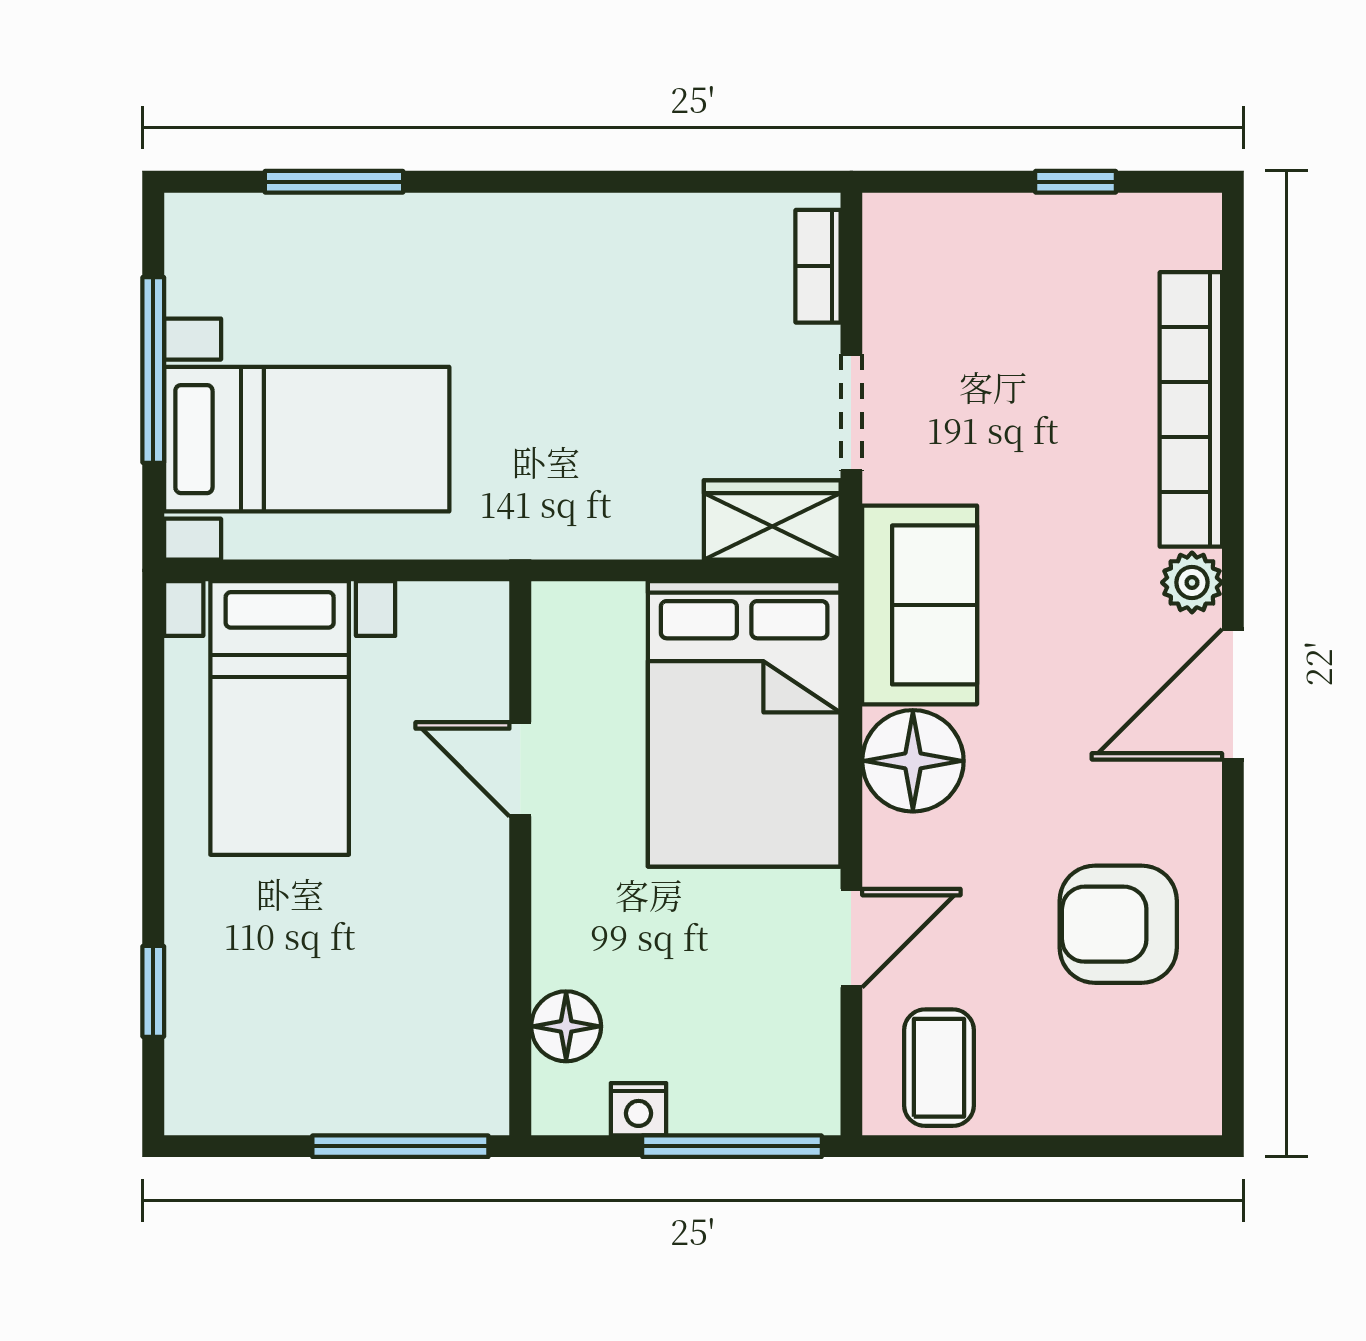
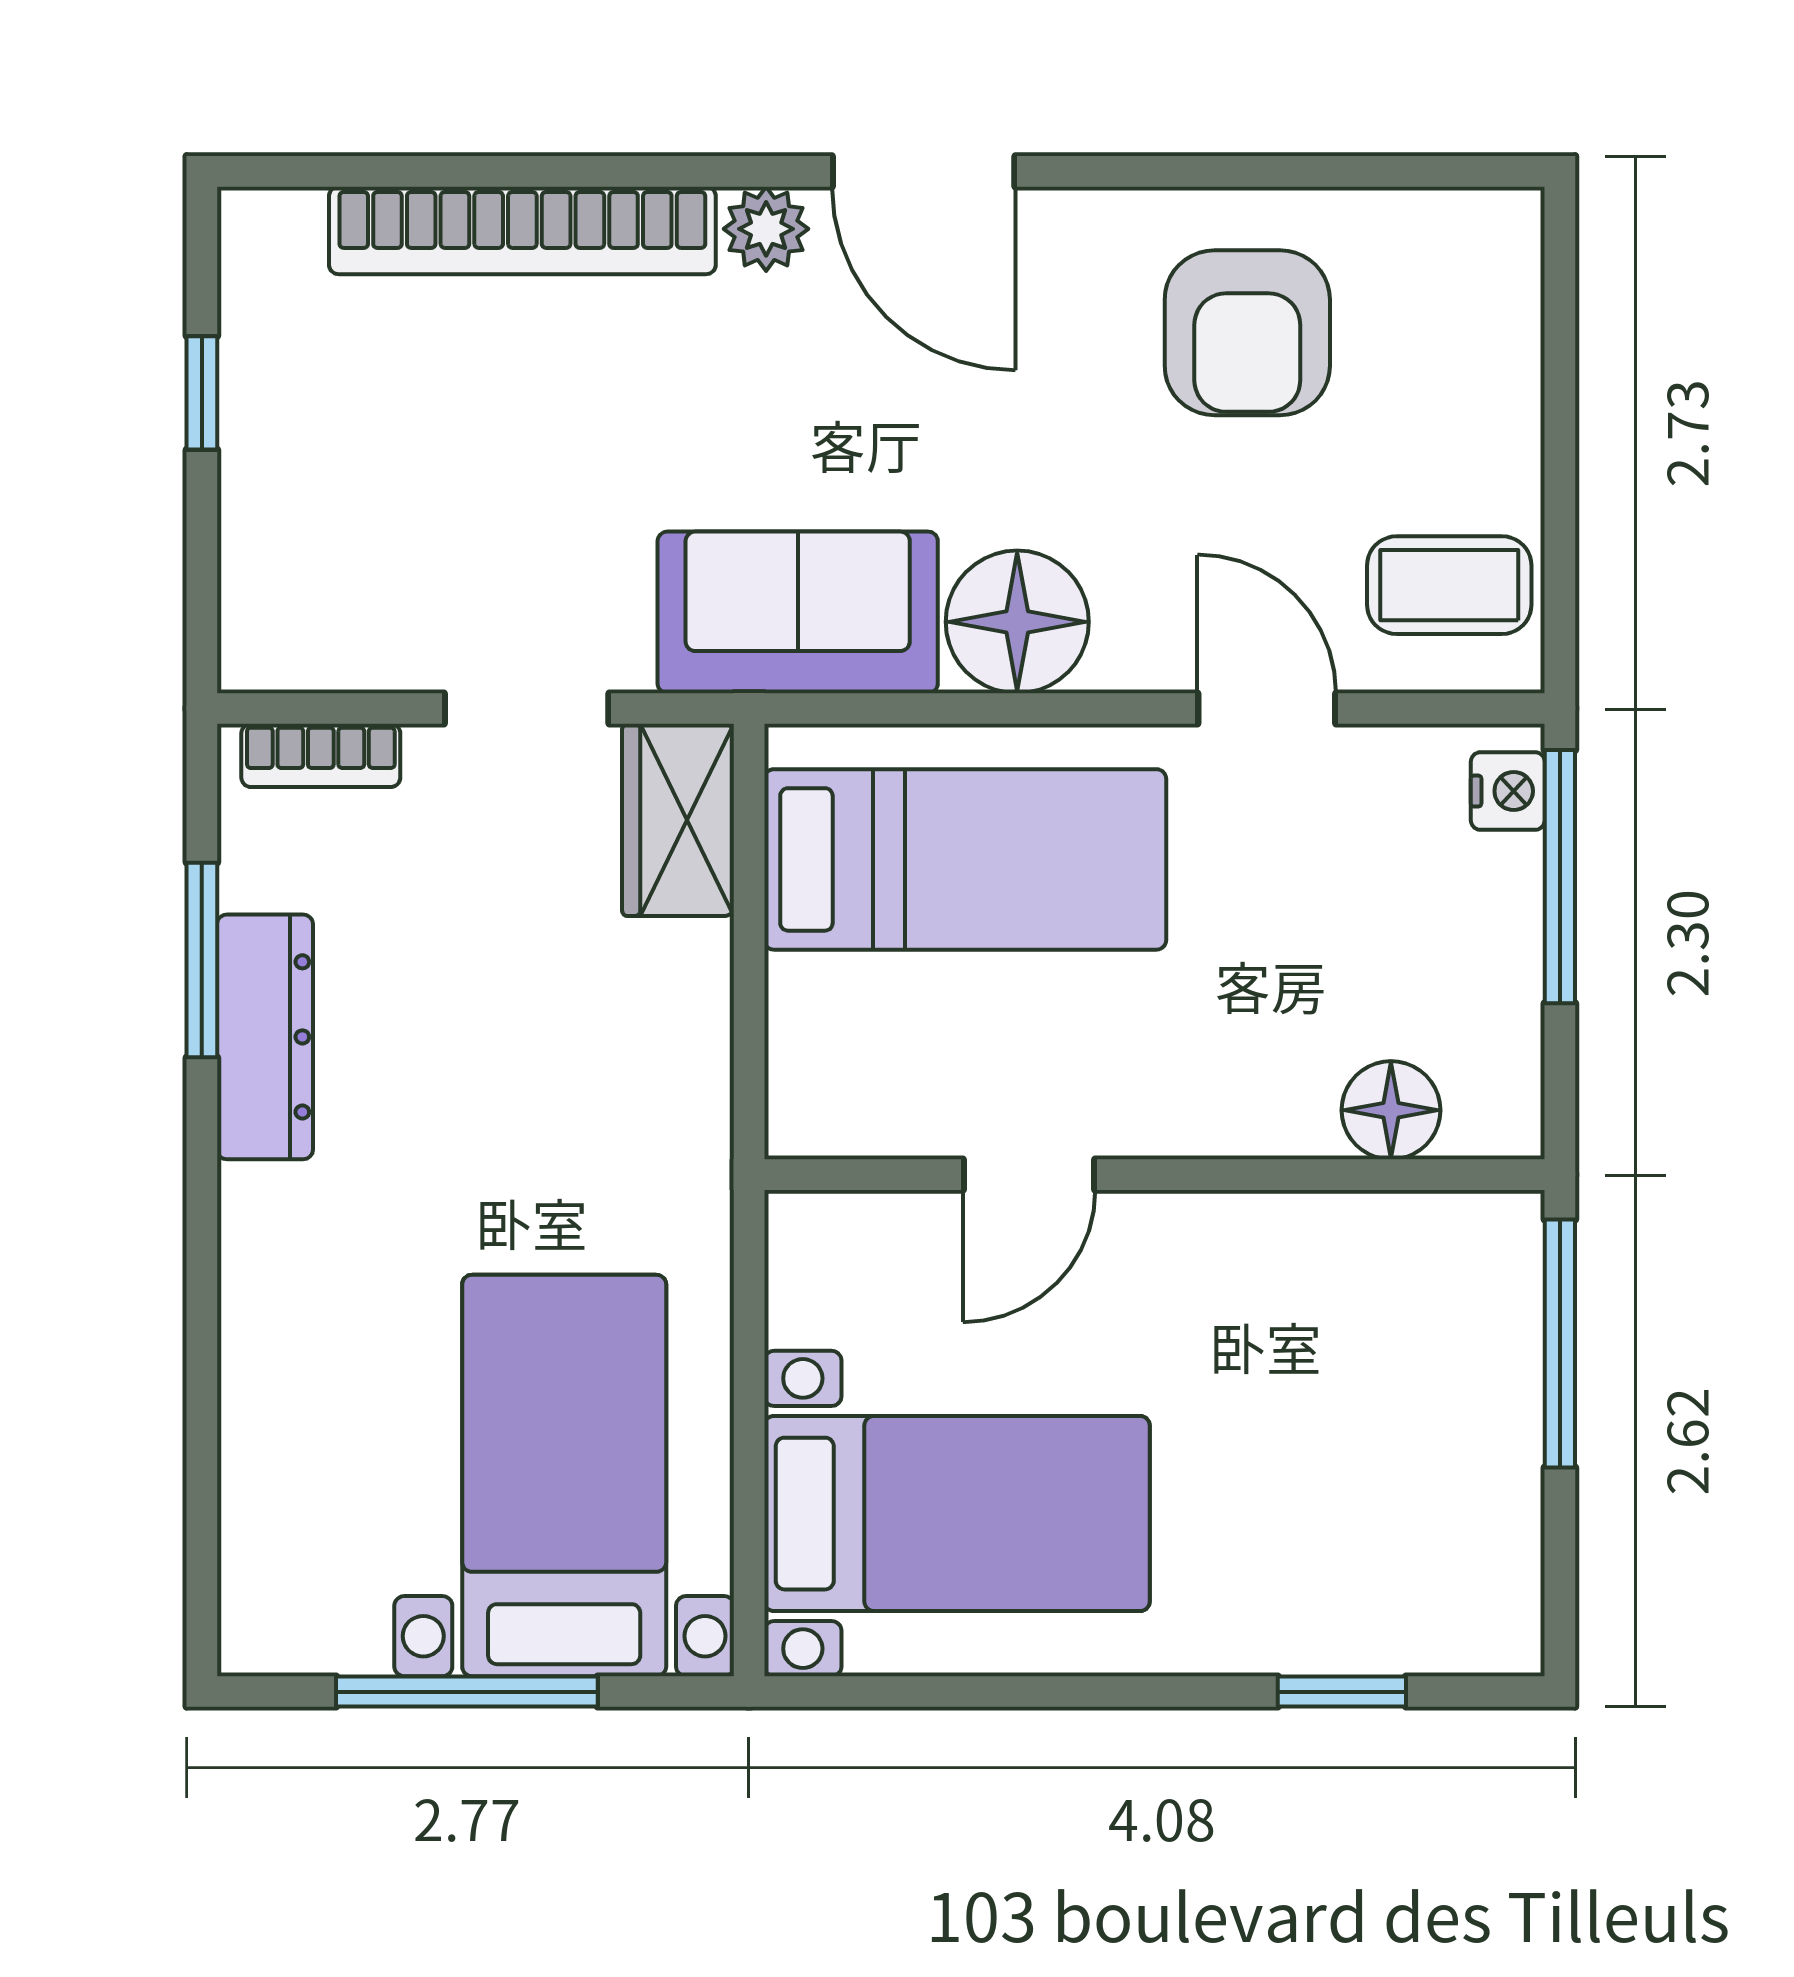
window: (334, 182) -> (202, 960), moved
dresser: (618, 227) -> (265, 1037), added
bed: (744, 724) -> (965, 859), width x0.67
nightstand: (638, 1109) -> (1508, 791), moved

